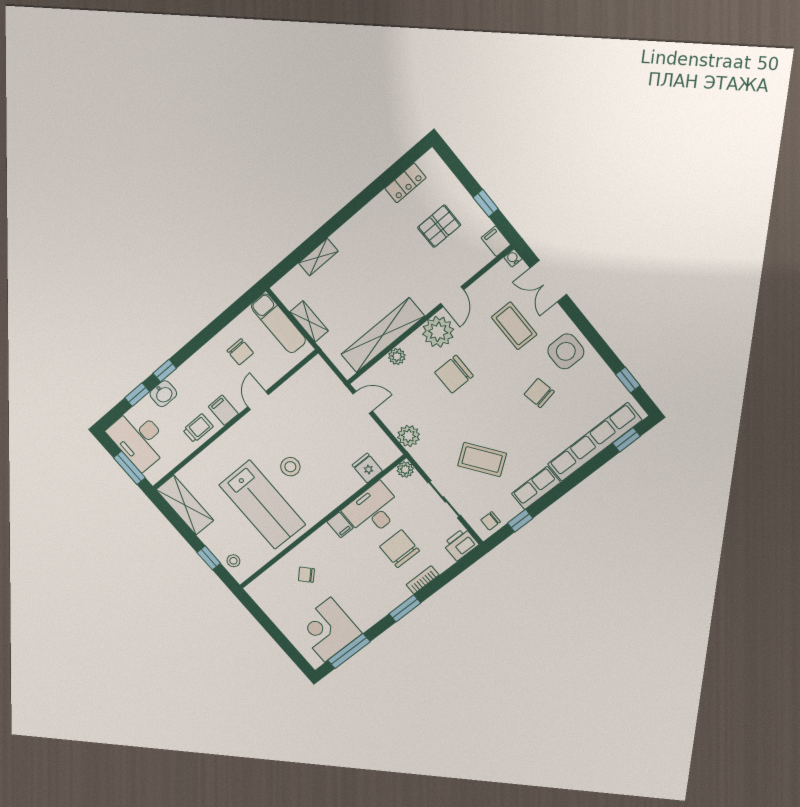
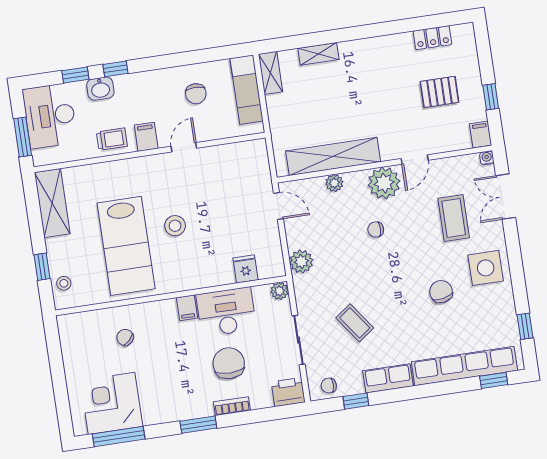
shelving: (309, 321) -> (270, 73), moved
chair: (454, 374) -> (376, 229), width x0.54, depth x0.54
coffee table: (482, 460) -> (355, 323), width x0.73, depth x0.77

